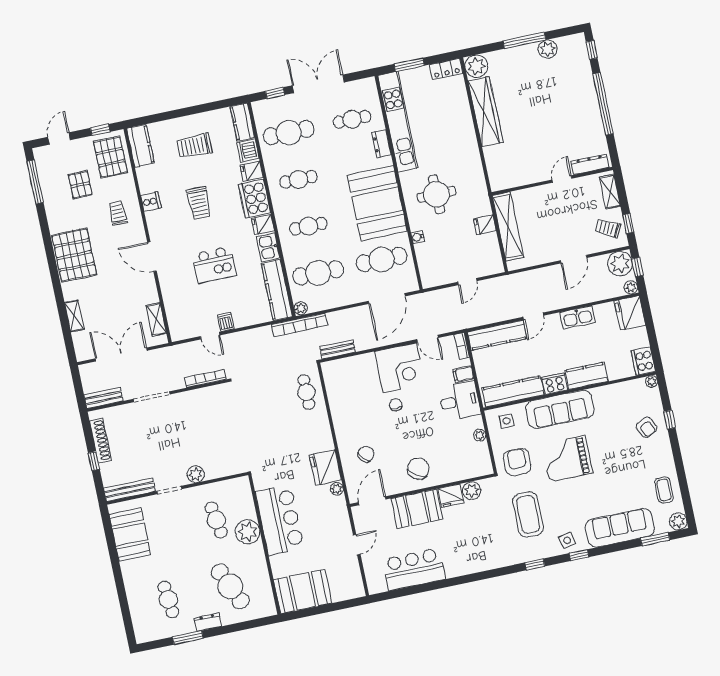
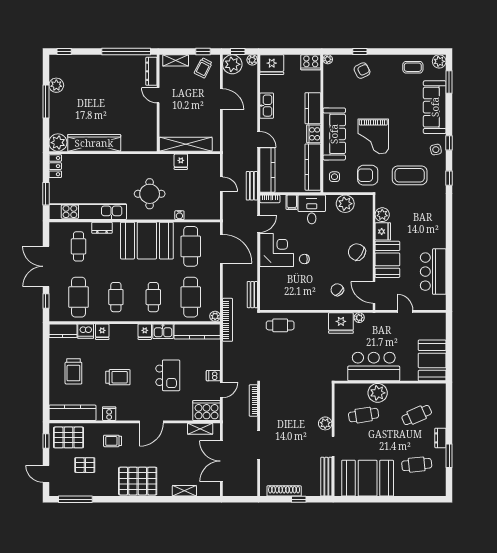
window: (603, 104) -> (126, 52), moved
kitchen counter: (140, 146) -> (72, 413), width x1.50
cooker: (254, 199) -> (207, 410), moved, turned 180
bench: (103, 398) -> (252, 186), moved
plant: (480, 435) -> (345, 204), width x1.88, depth x1.88
booth: (130, 534) -> (368, 478), width x1.36, depth x1.42
cafe table: (230, 586) -> (417, 415), width x0.73, depth x0.74

